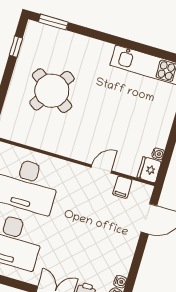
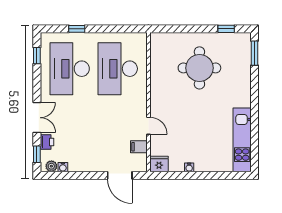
round table: (52, 91) -> (199, 68), turned -34
water cooler: (158, 154) -> (189, 167), moved

